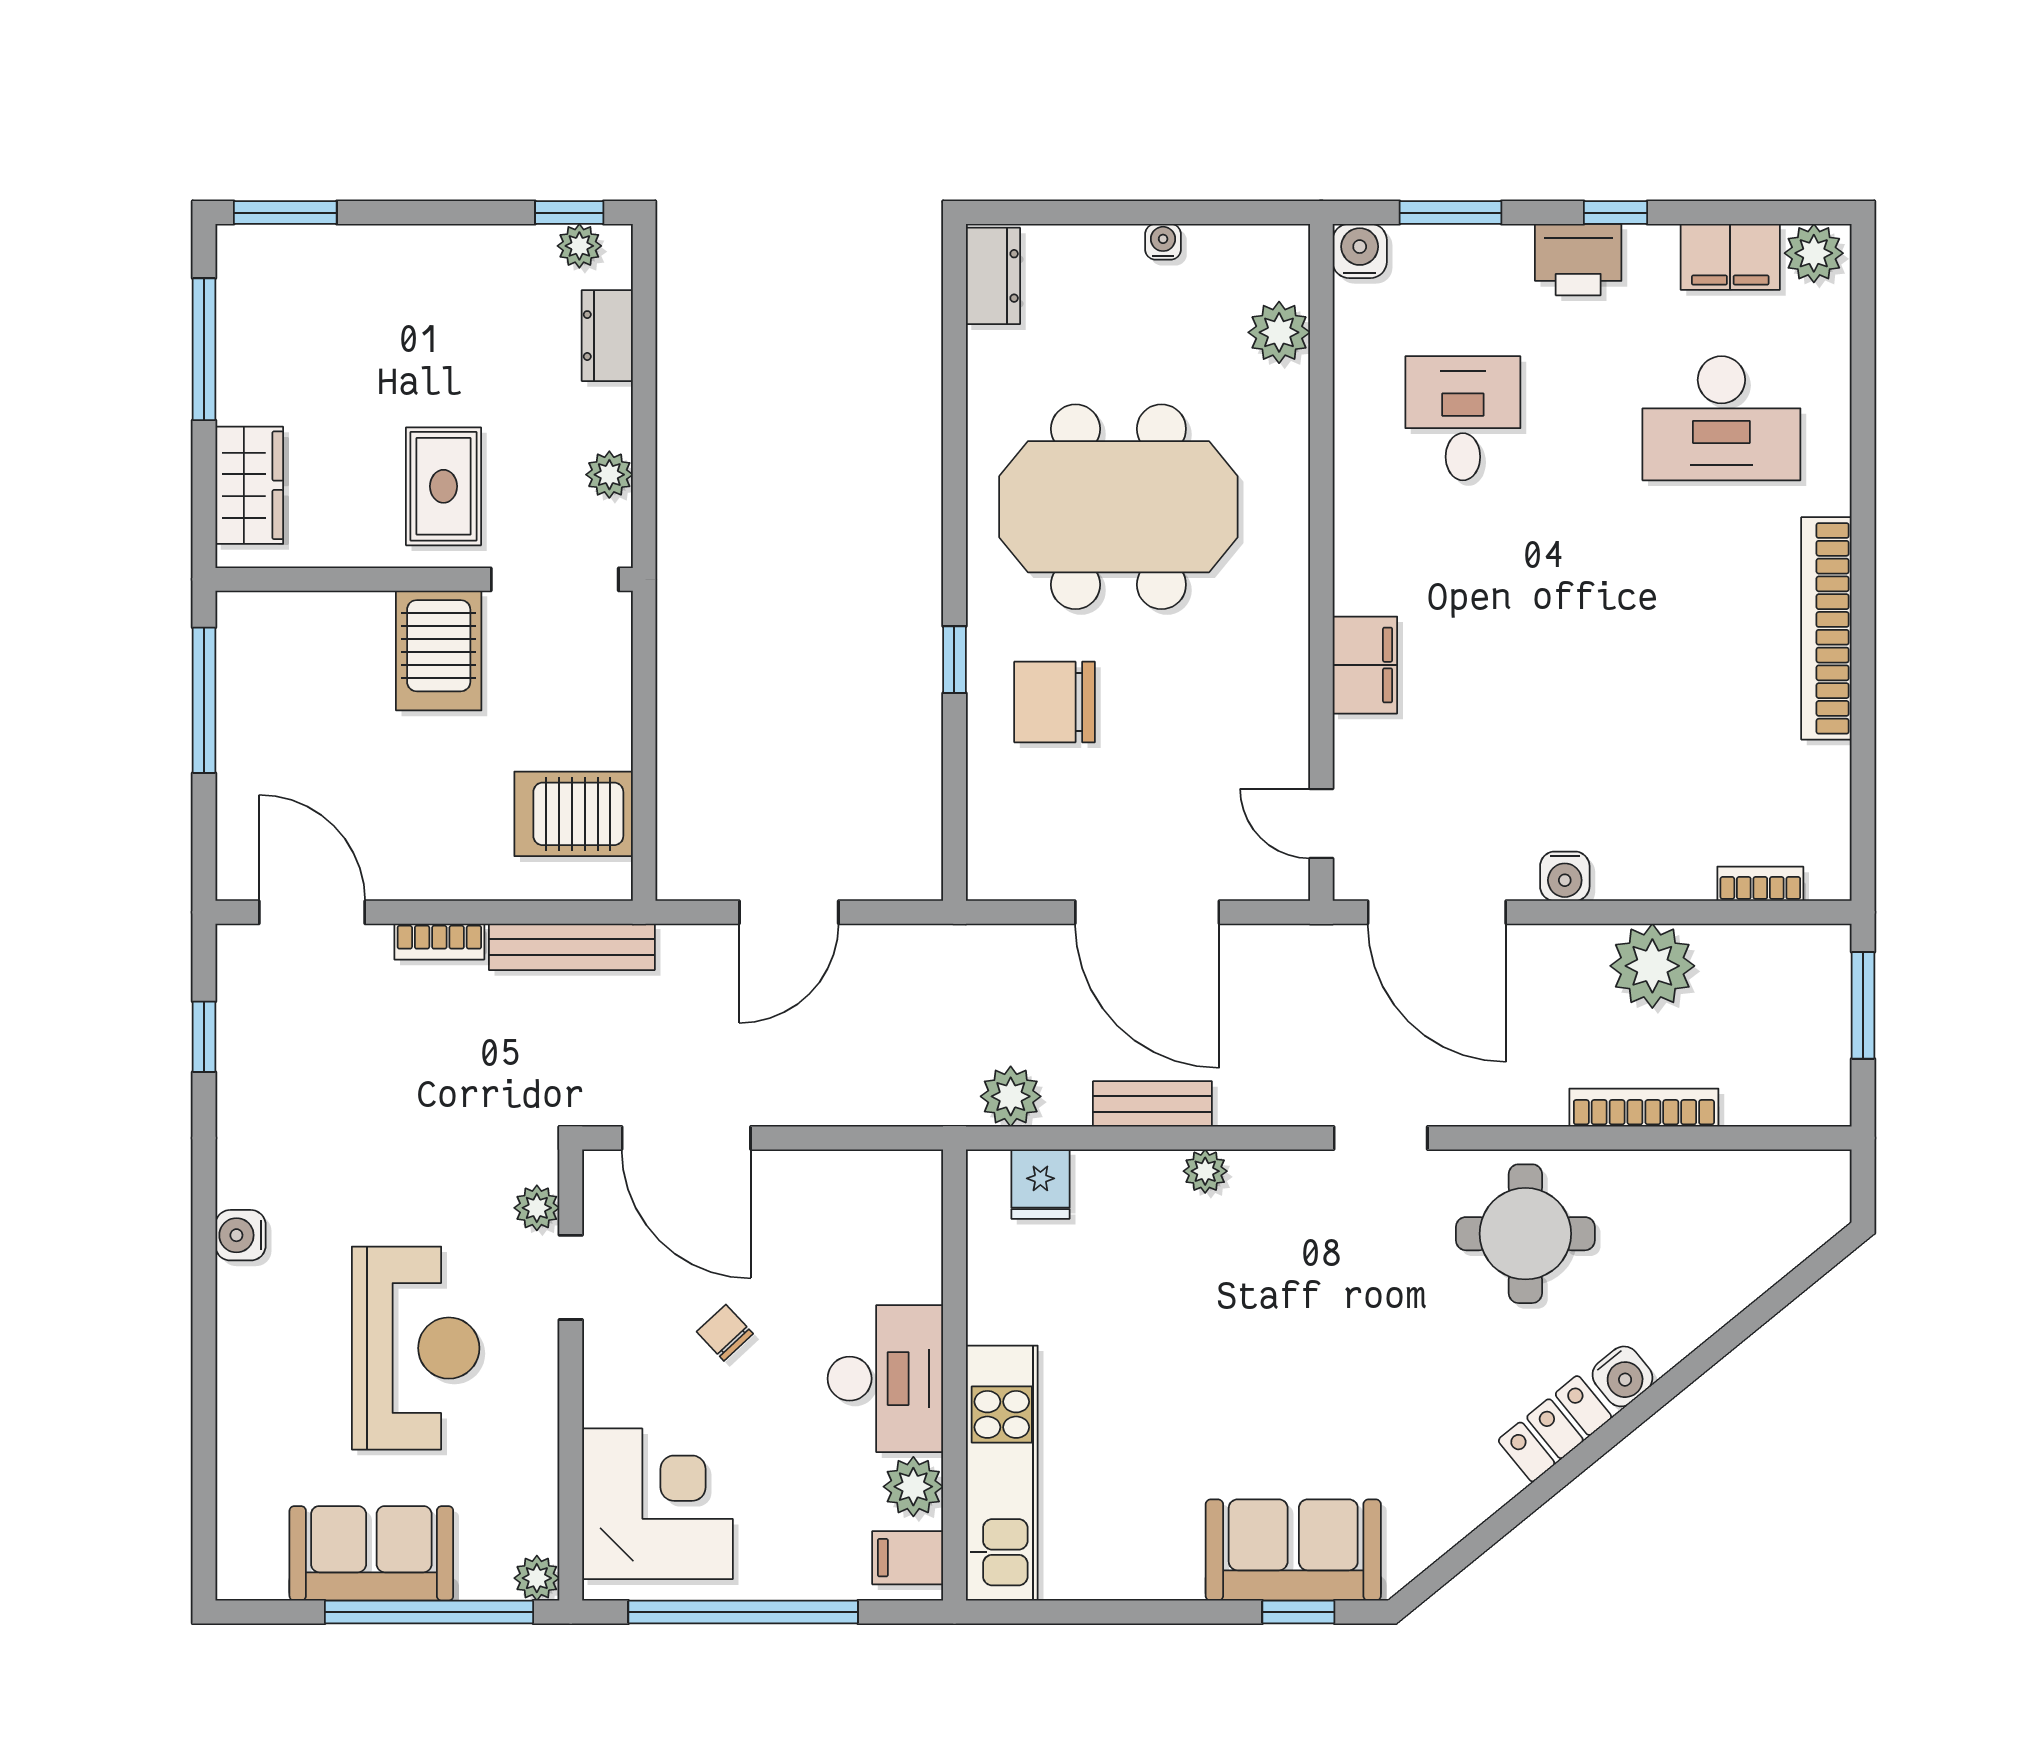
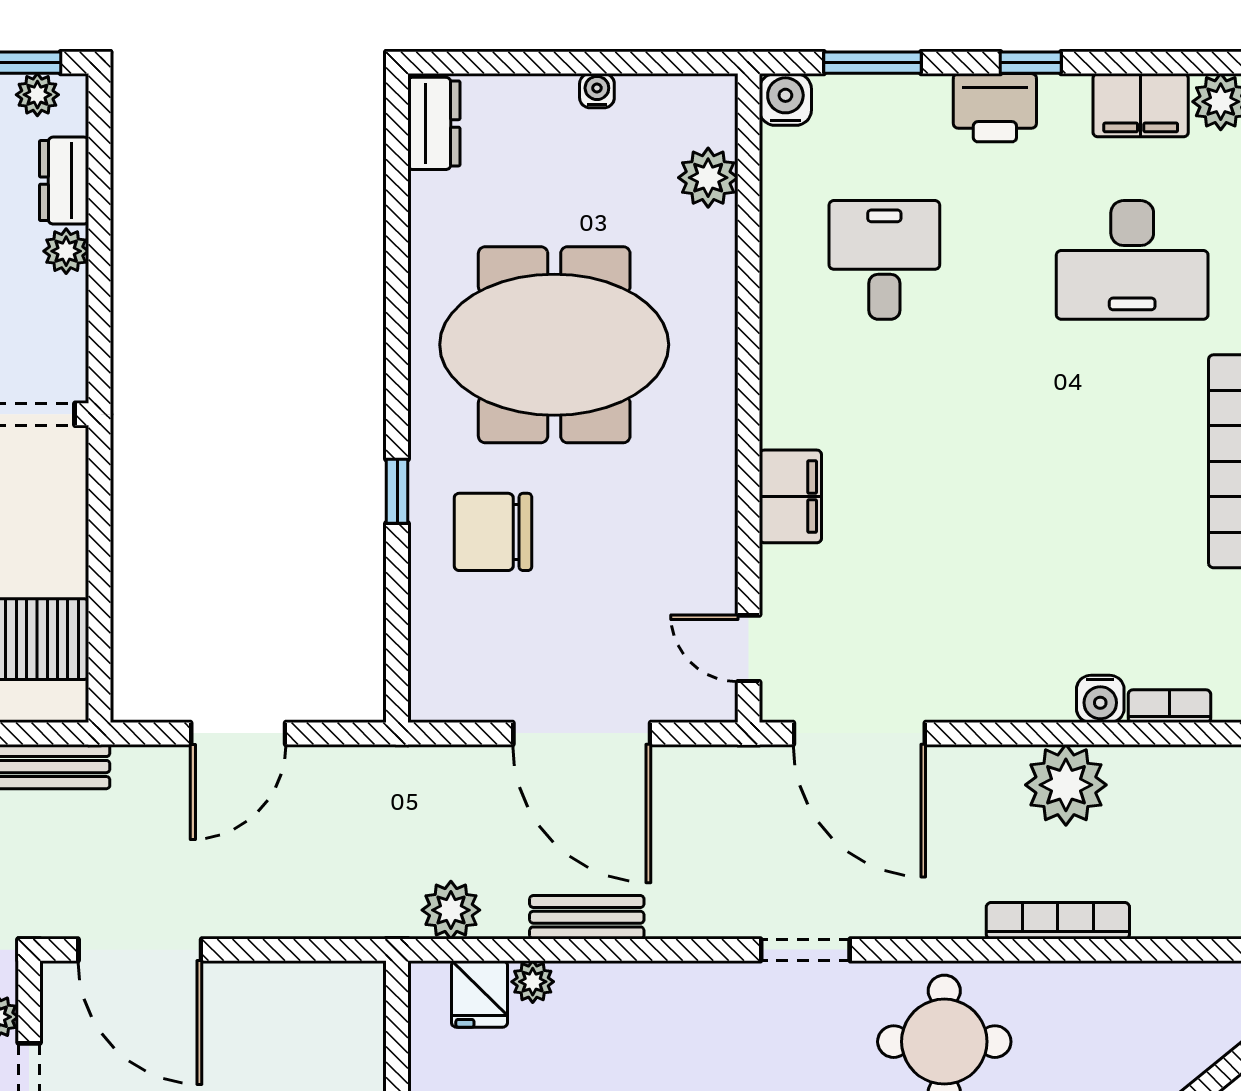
plant: (609, 475) -> (66, 251), moved
water cooler: (1565, 876) -> (1100, 699), moved
plant: (1205, 1171) -> (533, 982), moved

